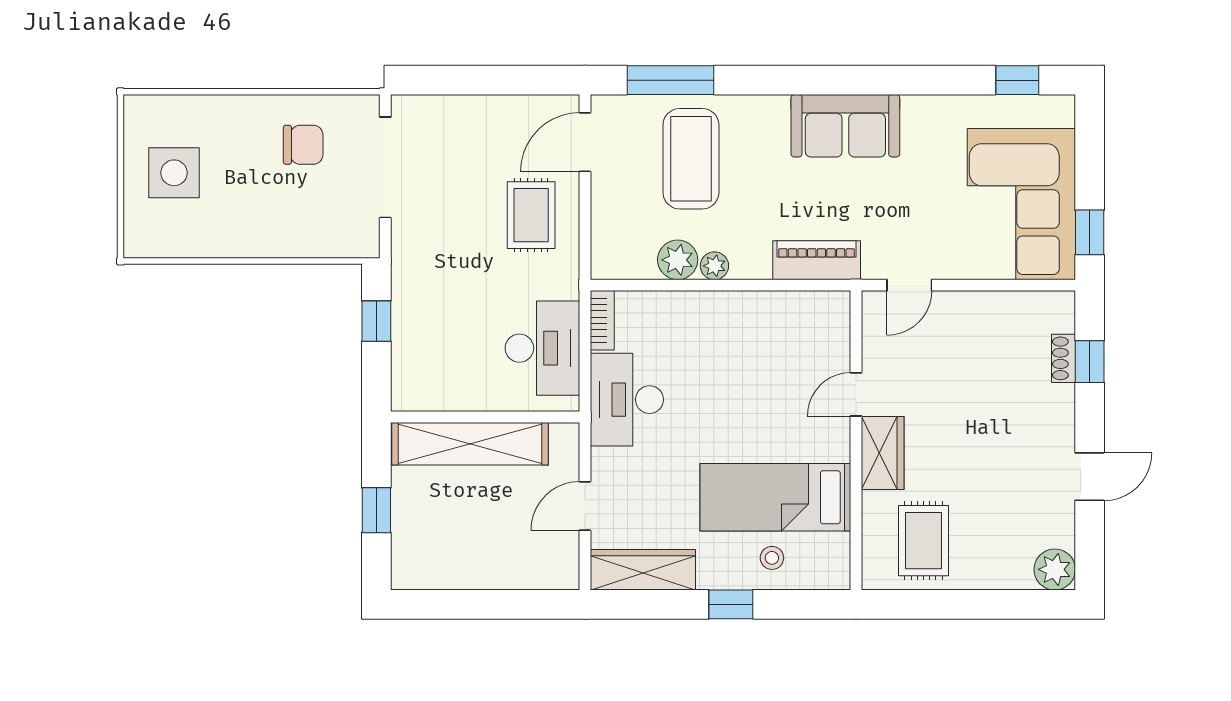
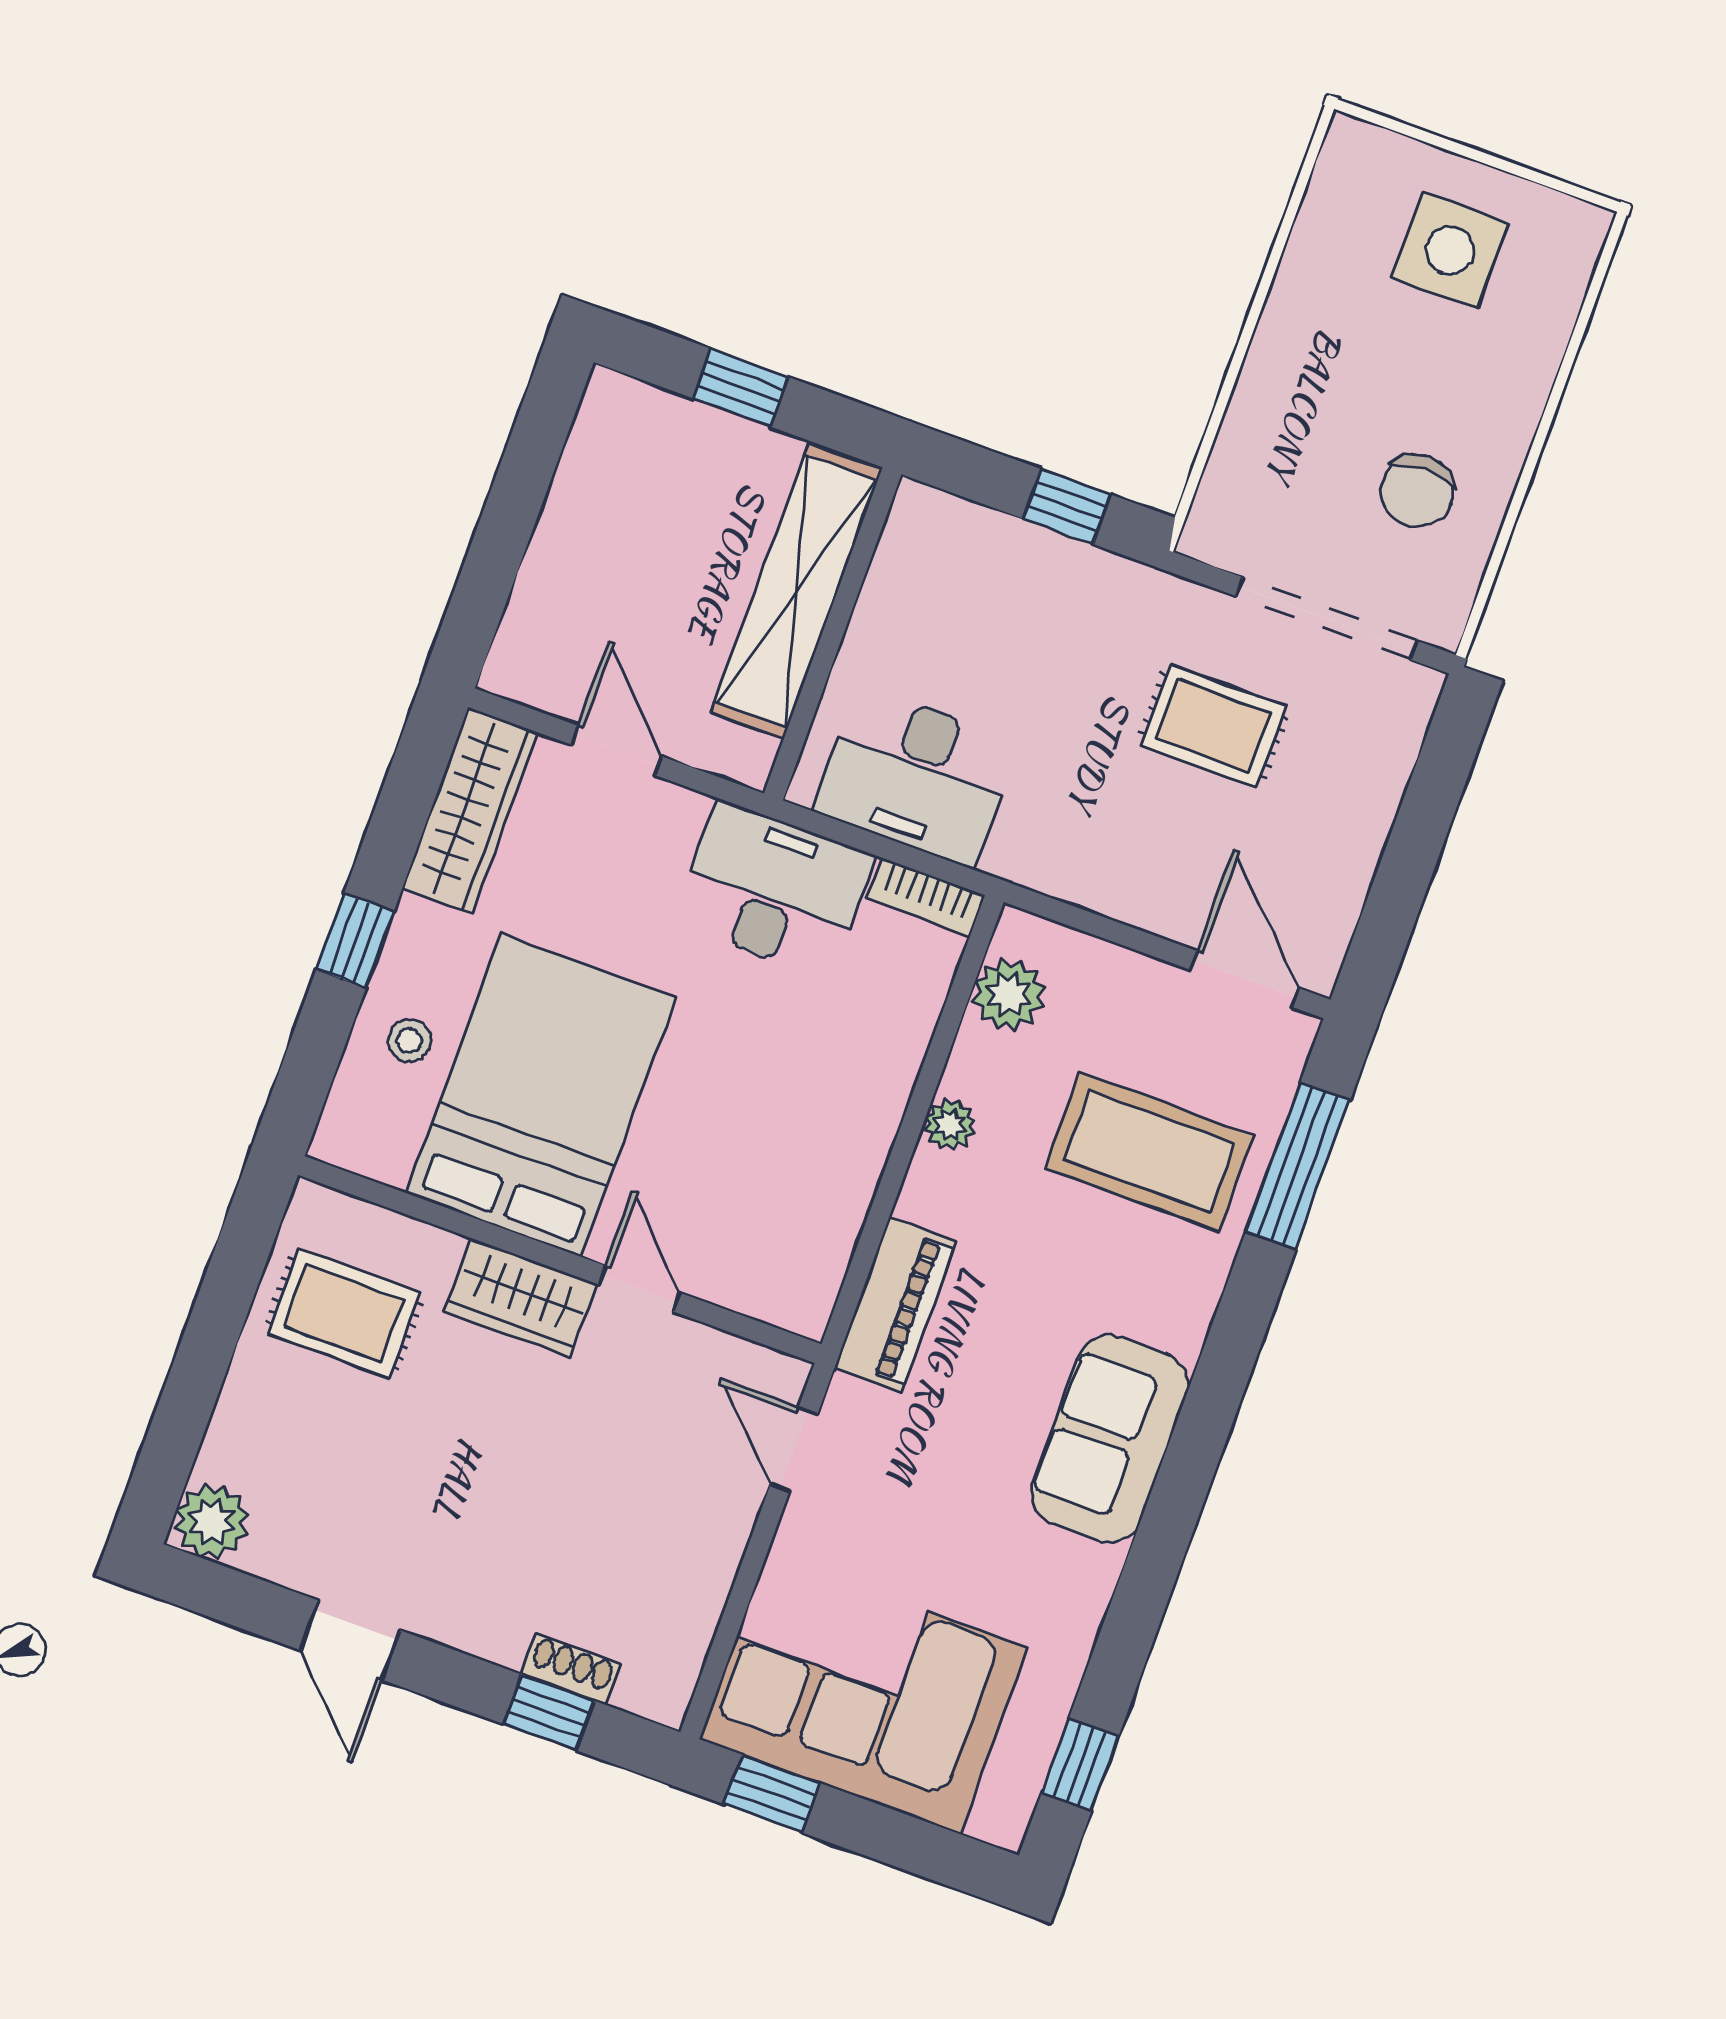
rug: (531, 215) -> (1213, 726), moved
plant: (678, 260) -> (1009, 994), moved
bed: (775, 497) -> (541, 1095), width x1.50

